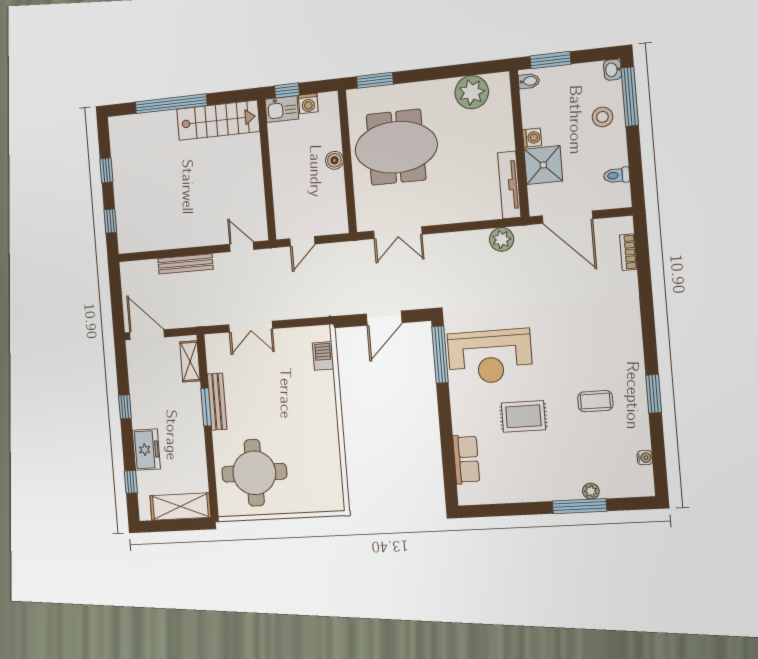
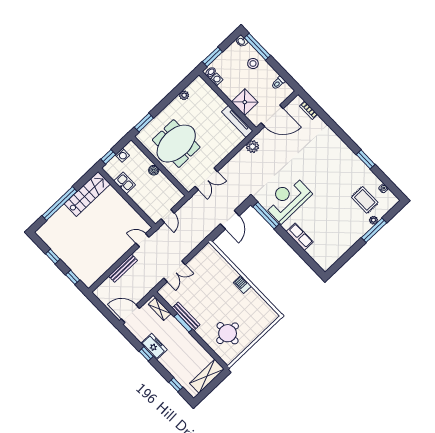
plant: (472, 92) -> (184, 95), width x0.53, depth x0.53
kitchen sink: (282, 109) -> (125, 183), moved, turned -90
washing machine: (532, 138) -> (216, 80), moved
barbecue: (323, 356) -> (242, 284), moved
reception desk: (490, 357) -> (287, 199), turned 180
coffee table: (595, 401) -> (345, 182), removed
rug: (523, 416) -> (365, 200), moved, turned 90
freezer: (146, 450) -> (154, 347), moved
row of seats: (466, 459) -> (300, 237), moved
round table: (254, 473) -> (228, 333), width x0.73, depth x0.73

